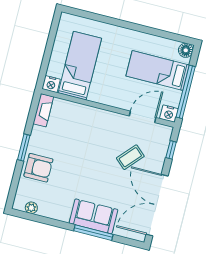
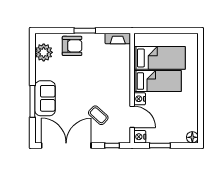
bed: (158, 70) -> (158, 81), moved, turned 90
nightstand: (51, 84) -> (140, 99), moved
window: (186, 92) -> (160, 145), width x0.47
armchair: (38, 168) -> (72, 46), turned -90
plant: (31, 208) -> (44, 52), width x1.87, depth x1.87

